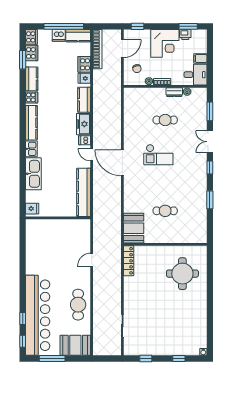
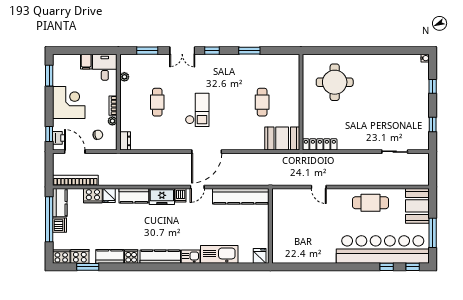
printer: (185, 35) -> (59, 138), moved
dresser: (174, 92) -> (125, 141), moved

